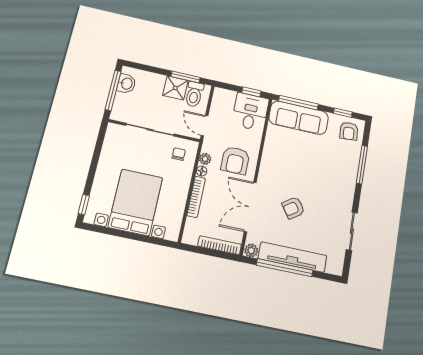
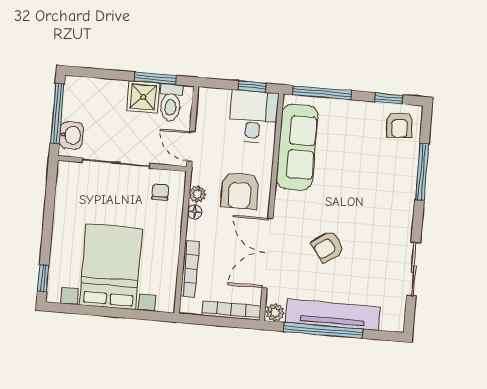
washbasin: (126, 84) -> (71, 135), moved
sofa: (299, 118) -> (297, 147), moved, turned -90
bookcase: (196, 197) -> (190, 269), moved

